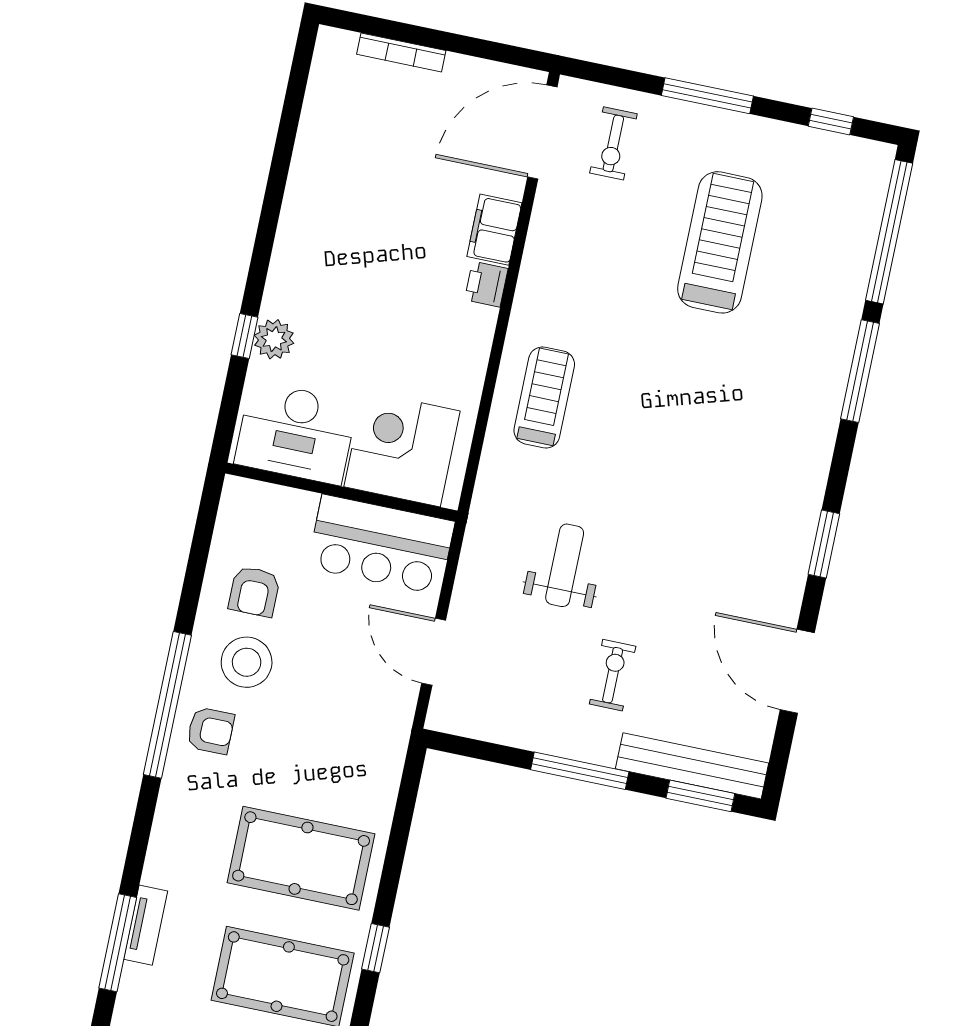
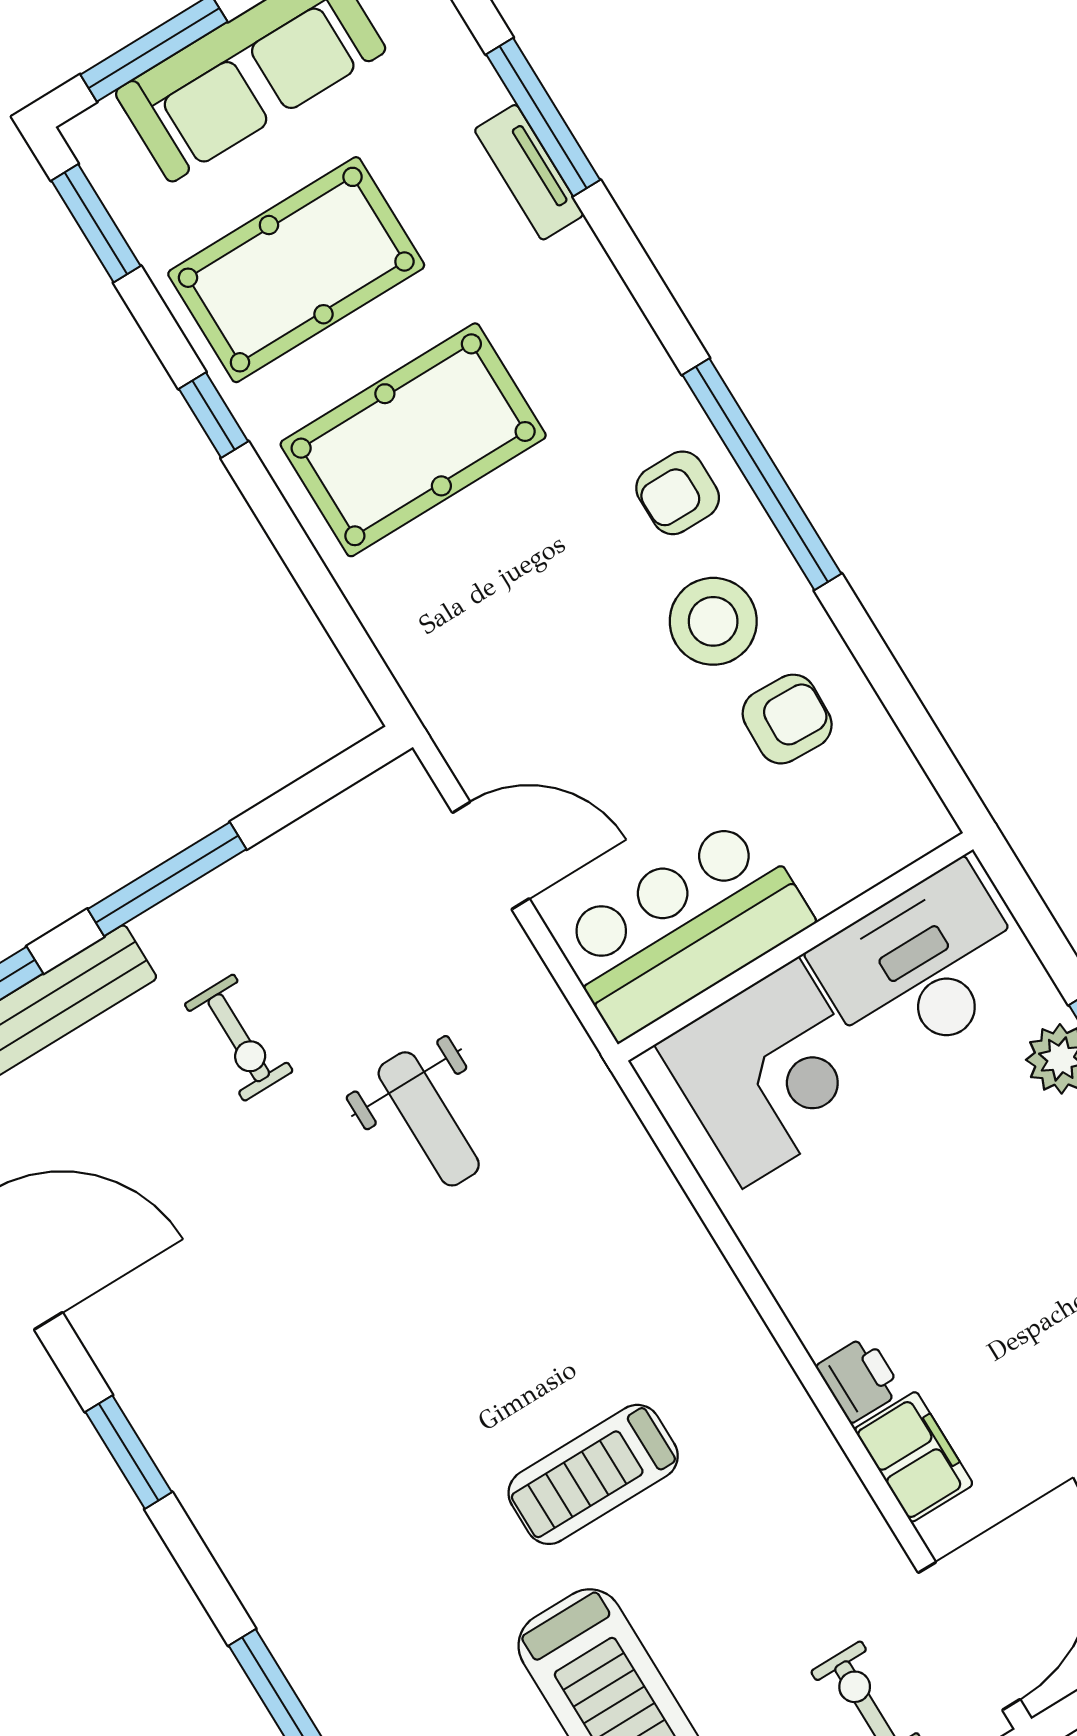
treadmill: (544, 397) -> (593, 1474), moved, turned 90
armchair: (254, 592) -> (787, 719), turned 92

